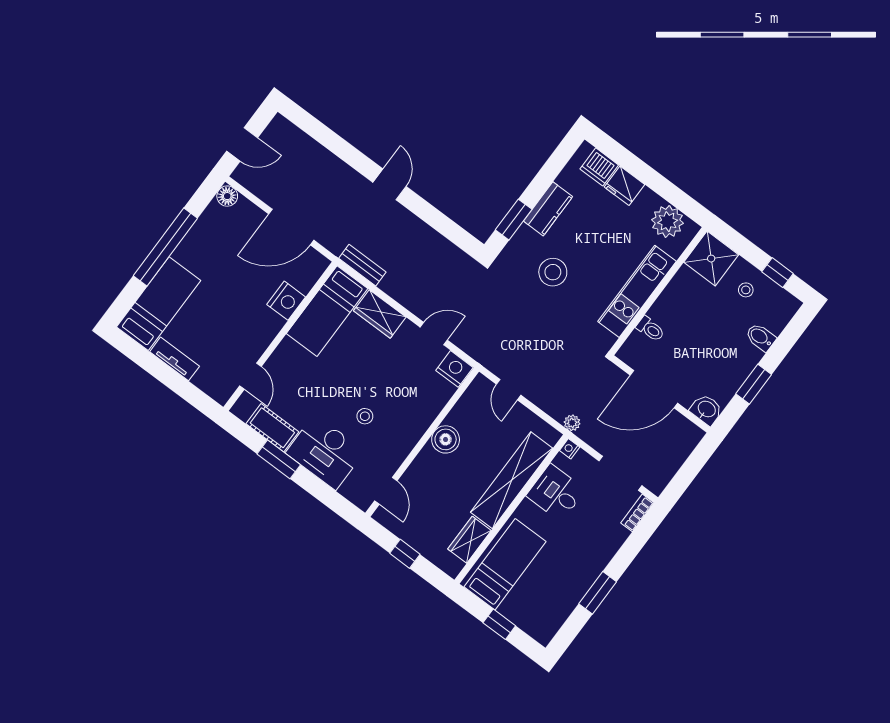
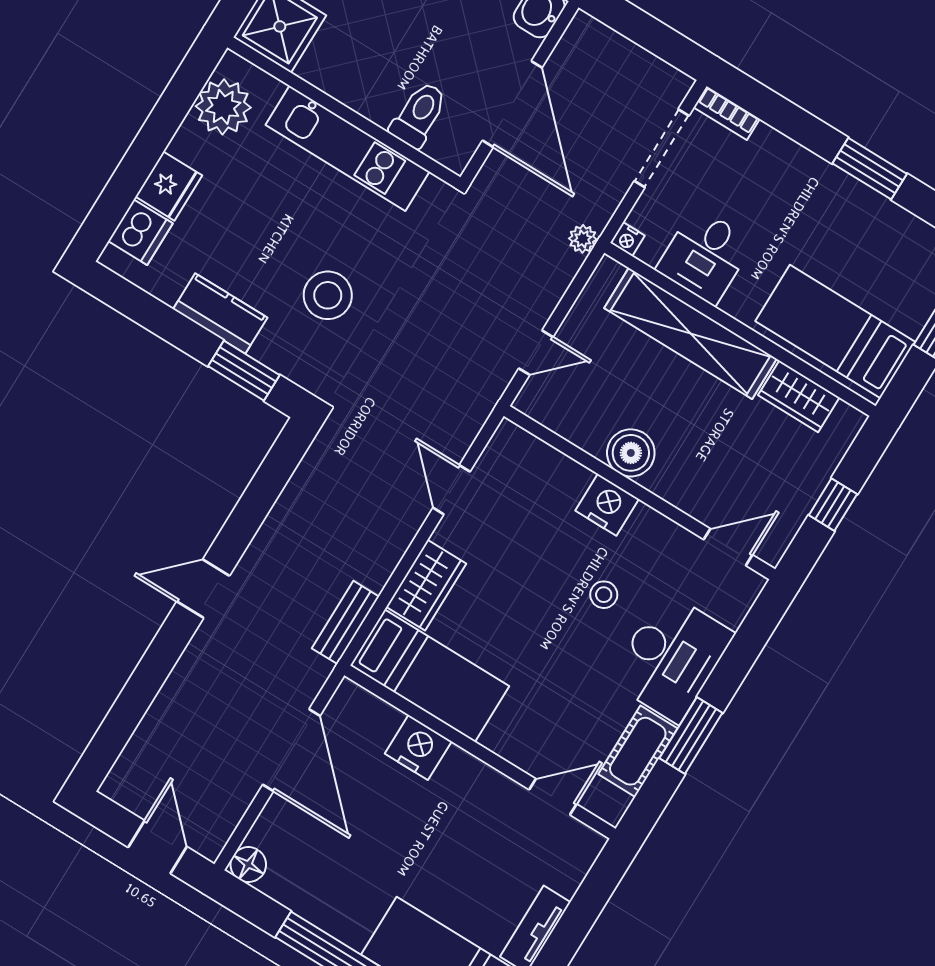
toilet: (650, 329) -> (419, 115), width x1.37, depth x1.39
nightstand: (454, 369) -> (607, 505), moved, turned 90

